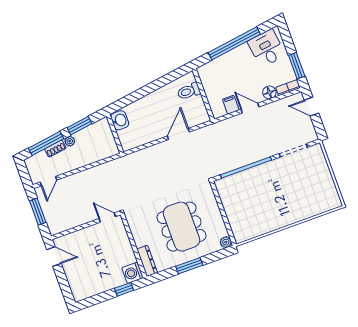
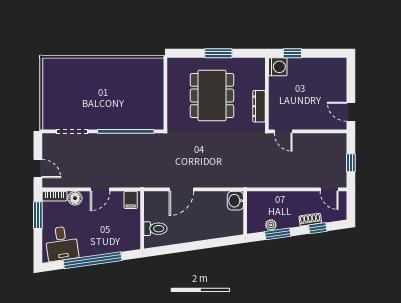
filing cabinet: (231, 105) -> (131, 200), moved
door: (250, 108) -> (100, 189), hinge flipped
washbasin: (120, 120) -> (235, 201), moved
plant: (70, 141) -> (271, 225), moved
window: (46, 143) -> (318, 228), width x0.46
door: (48, 181) -> (329, 189), swing flipped
window: (38, 212) -> (351, 163), width x0.67
plant: (226, 242) -> (173, 64), removed
dresser: (147, 261) -> (259, 106), moved

